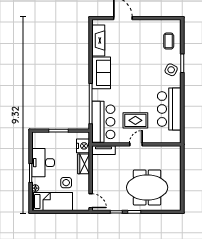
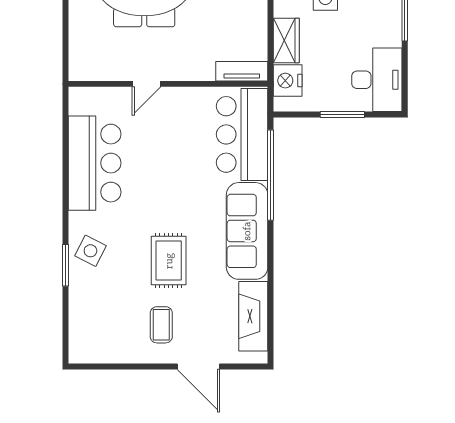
coffee table: (169, 41) -> (161, 325), moved
sofa: (101, 73) -> (247, 231), width x1.36
rug: (135, 120) -> (169, 261), moved, turned 90
door: (136, 144) -> (147, 84), moved
desk: (43, 163) -> (377, 80), moved

